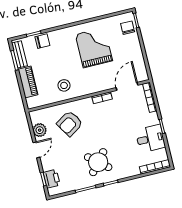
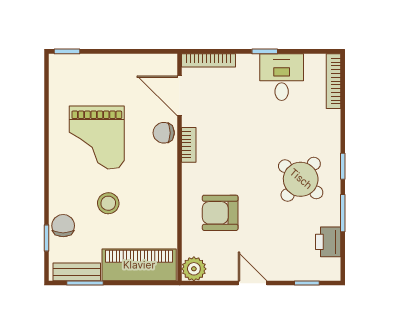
chair: (128, 28) -> (164, 133), moved
grand piano: (94, 48) -> (97, 138), turned -90
piano: (28, 82) -> (139, 265), width x1.37, depth x1.33
stool: (64, 85) -> (108, 203), moved
armchair: (70, 123) -> (220, 213), turned 122
plant: (40, 130) -> (194, 269), moved
printer: (52, 179) -> (328, 242), moved, turned -90

